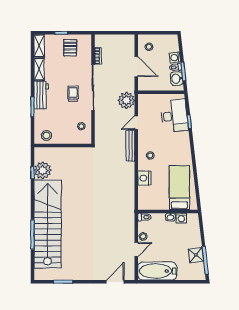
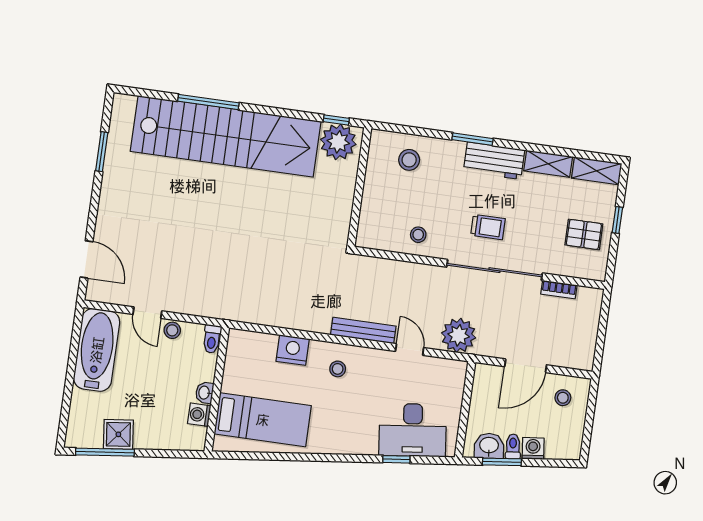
wall: (63, 145) -> (359, 187), moved

